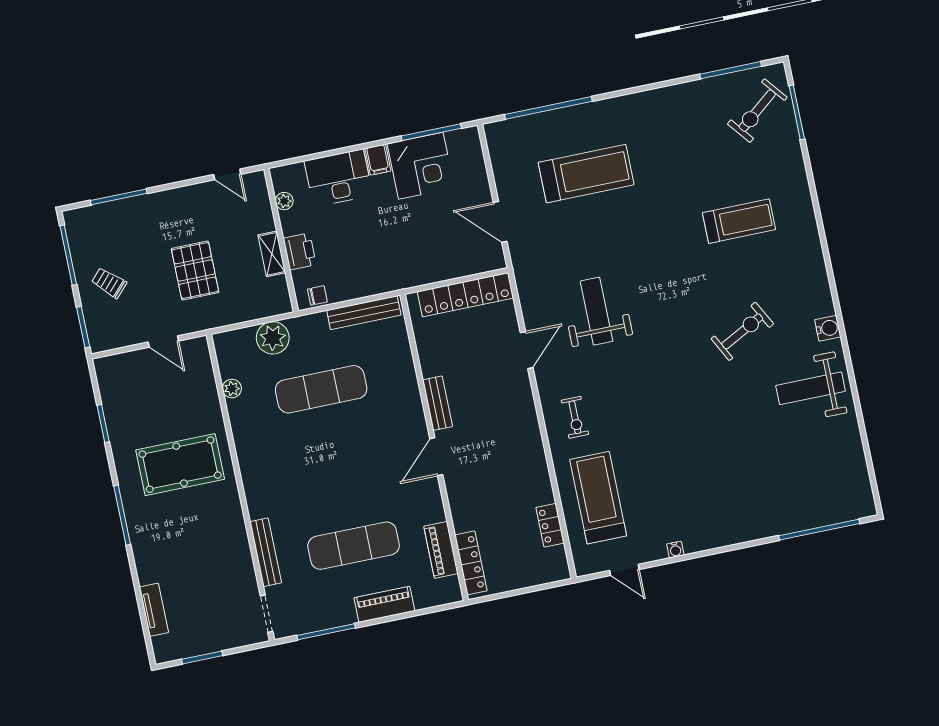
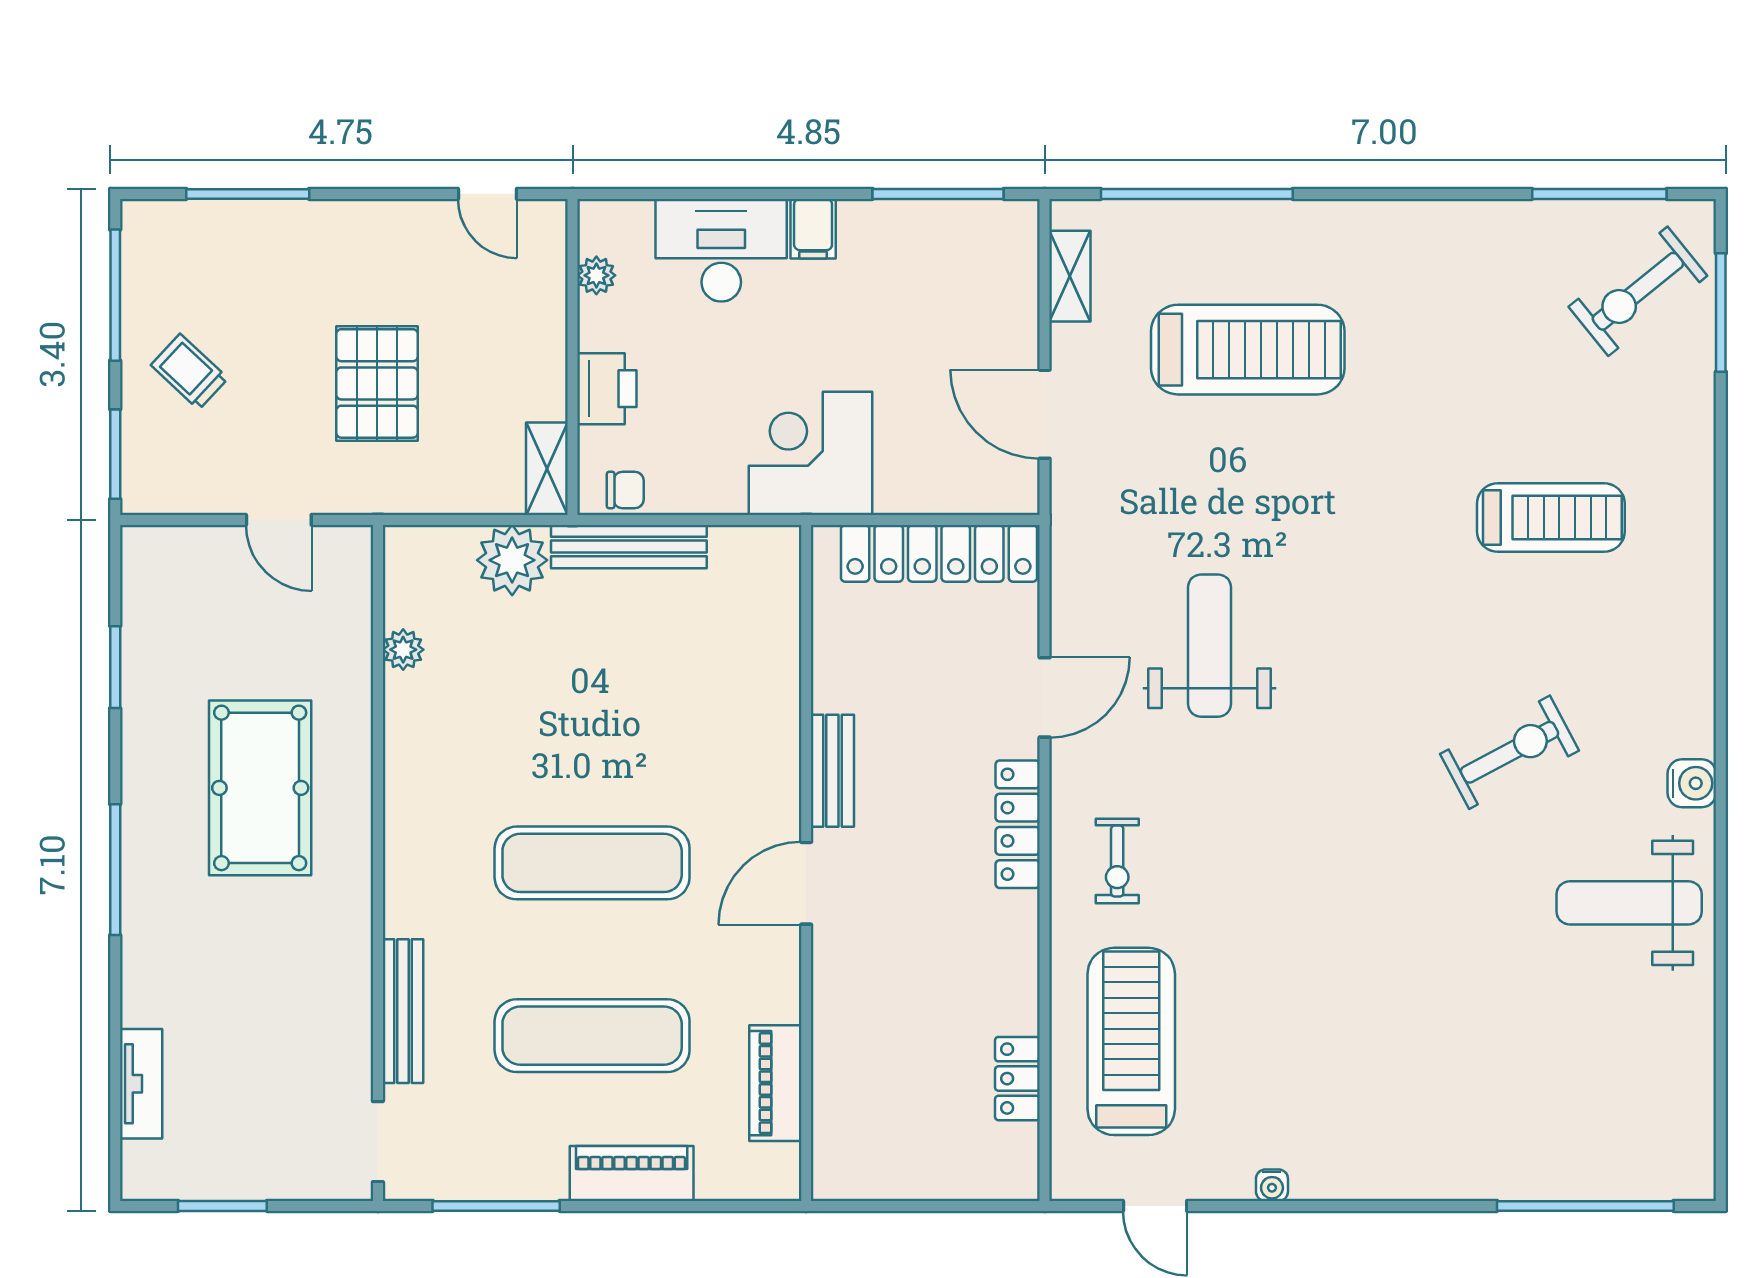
shelving: (499, 157) -> (1070, 276), added
corner desk: (421, 166) -> (811, 453), moved, turned 180
shelving: (272, 254) -> (547, 469), moved
bench: (364, 313) -> (629, 547), moved
exercise mat: (321, 389) -> (592, 863), moved
pool table: (180, 465) -> (260, 788), turned 90
locker: (471, 563) -> (1018, 824), moved, turned 180

